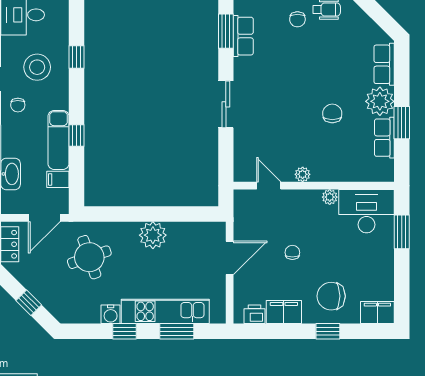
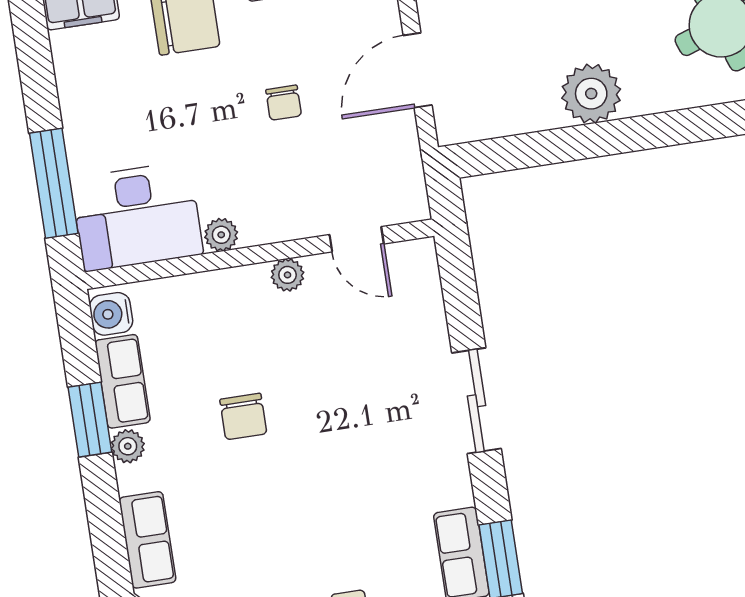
plant: (380, 101) -> (128, 446), width x0.53, depth x0.53
water cooler: (385, 169) -> (111, 314), added
window: (402, 232) -> (54, 183), width x1.44

